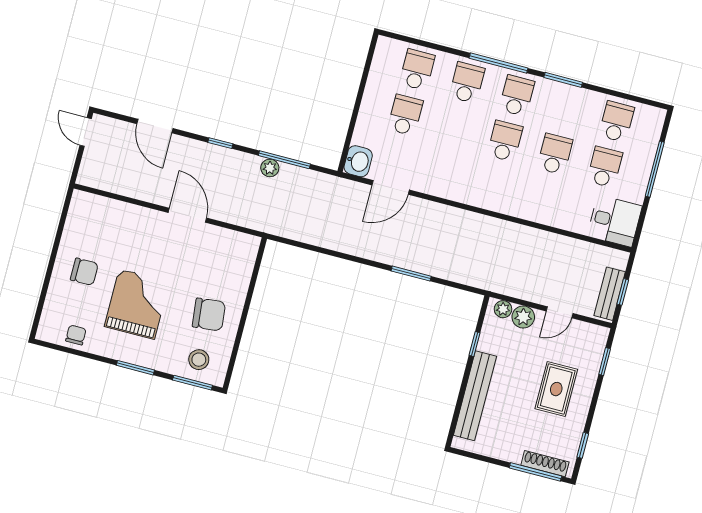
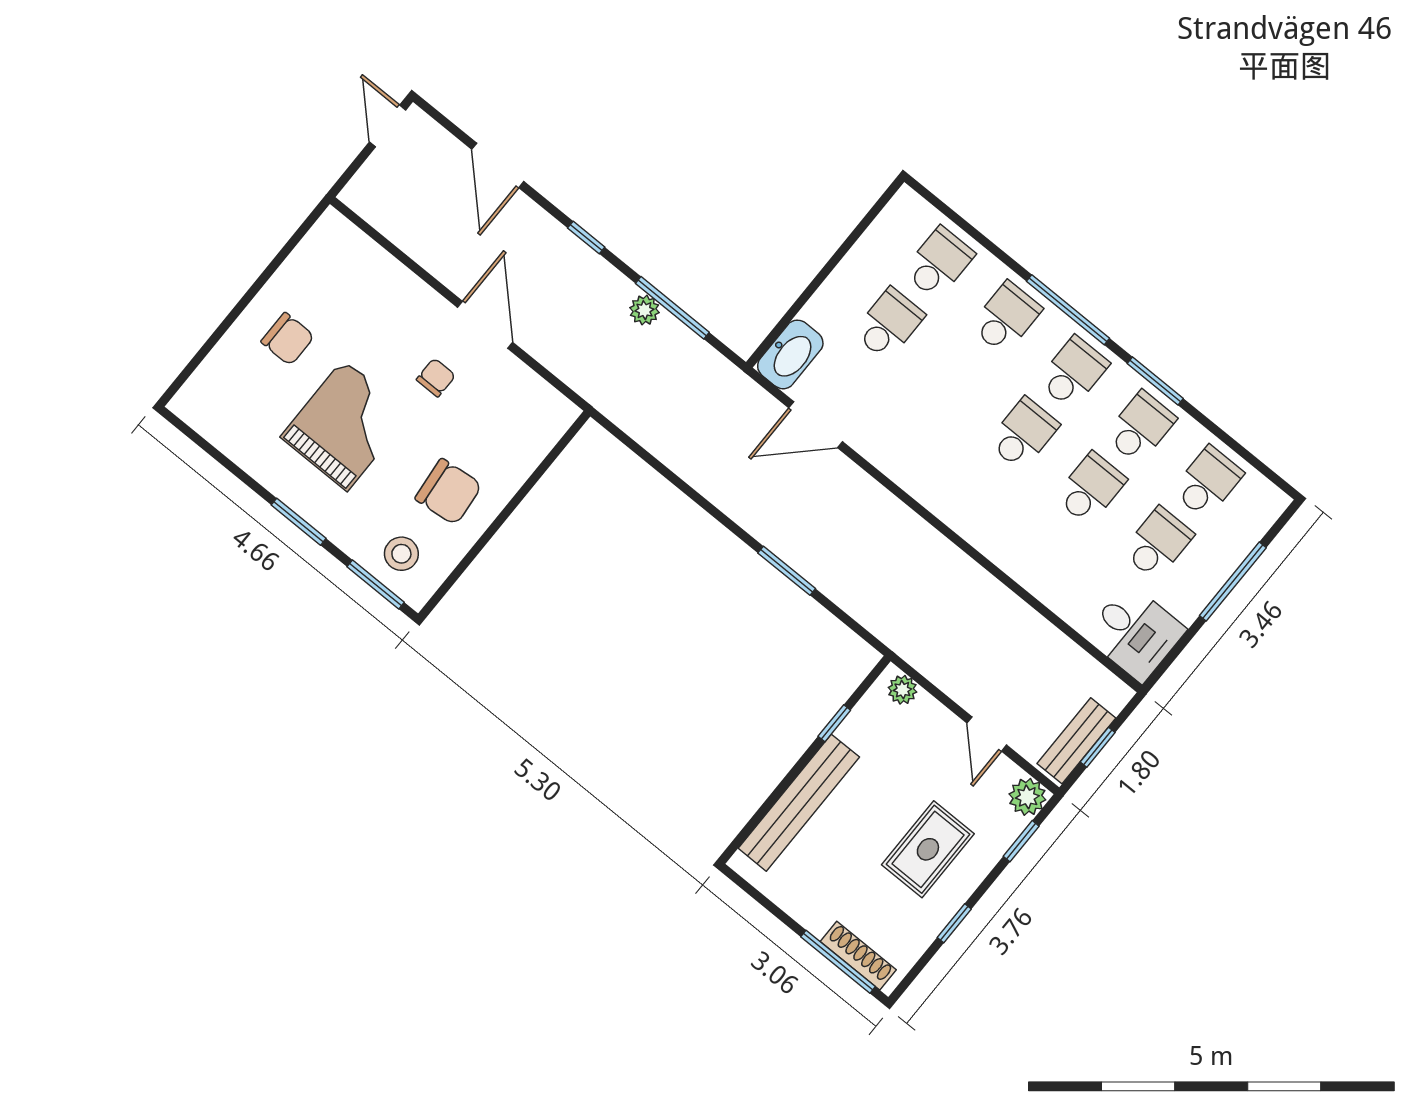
school desk: (567, 109) -> (1140, 427), added
washbasin: (358, 161) -> (790, 354), width x1.38
door: (560, 312) -> (987, 734), hinge flipped
plant: (523, 317) -> (1027, 797), moved
chair: (76, 335) -> (436, 378), moved
window: (583, 445) -> (954, 923), moved

